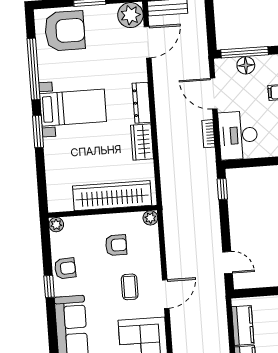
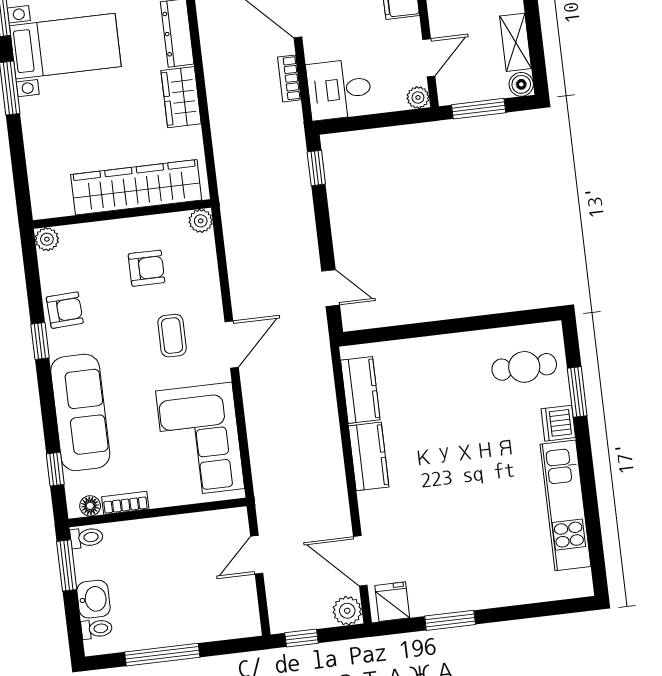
desk: (238, 135) -> (339, 89), width x0.73

